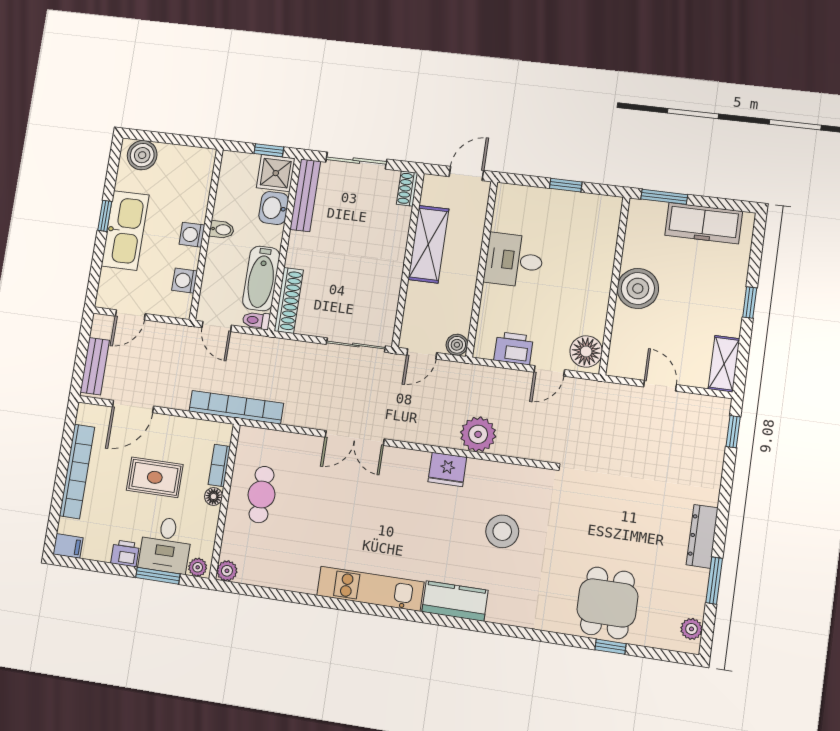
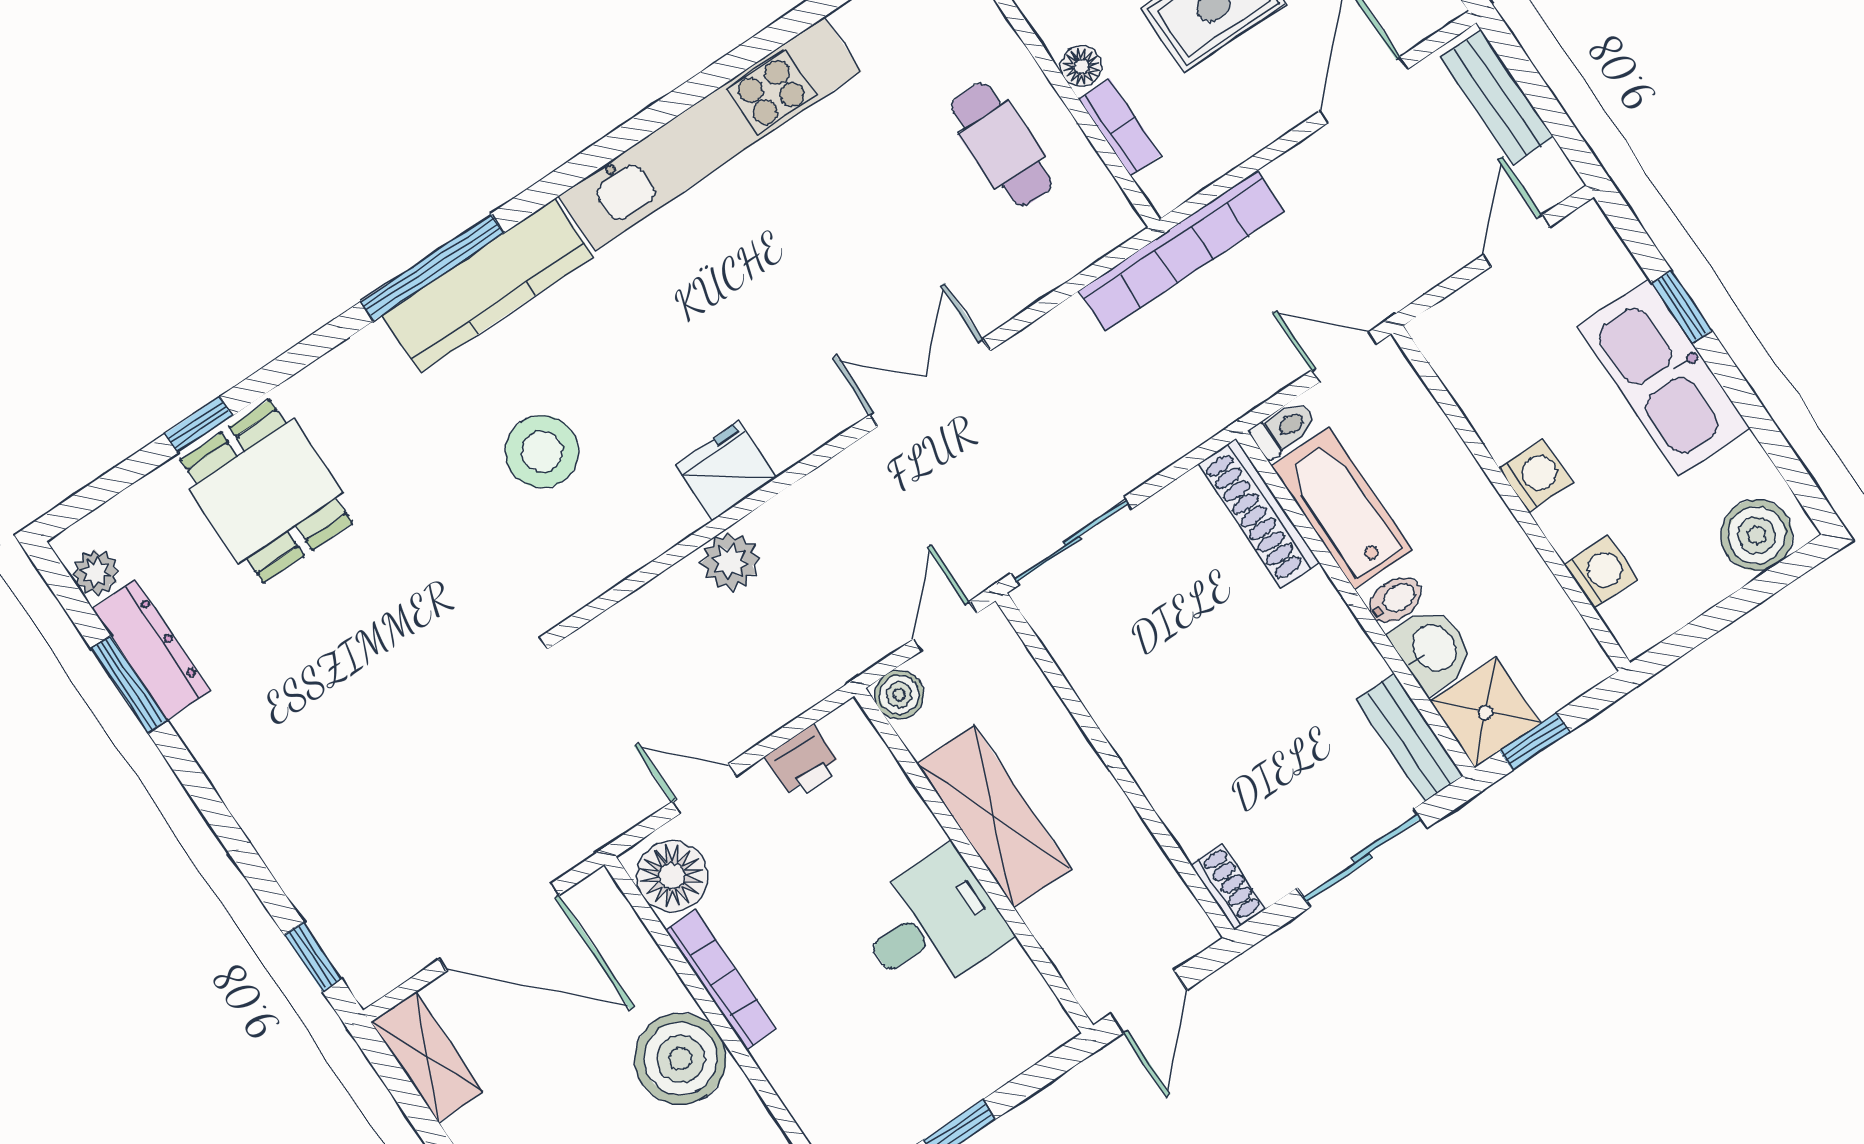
bench: (305, 195) -> (1410, 738), width x0.73
window: (105, 216) -> (1682, 307), moved
bidet: (222, 230) -> (1395, 600), moved, turned 180
shelving: (428, 244) -> (994, 816), moved
washing machine: (185, 281) -> (1601, 572), moved
bookcase: (601, 303) -> (721, 979), added
printer: (514, 348) -> (803, 762), width x0.73, depth x0.81
door: (549, 371) -> (704, 789), hinge flipped
door: (660, 386) -> (499, 927), width x1.88
plant: (478, 434) -> (730, 561), width x0.73, depth x0.73
dresser: (702, 536) -> (151, 650), moved
kitchen unit: (370, 589) -> (710, 134), width x1.36
kitchen counter: (455, 601) -> (487, 286), width x1.50
window: (483, 627) -> (432, 267), added

